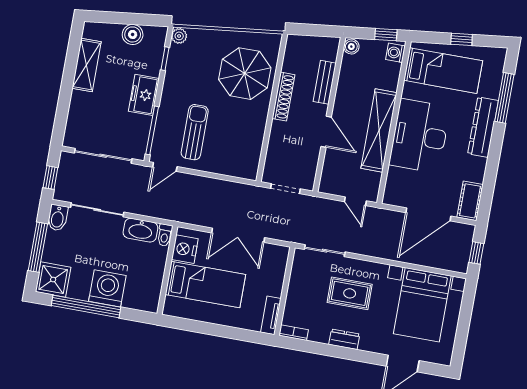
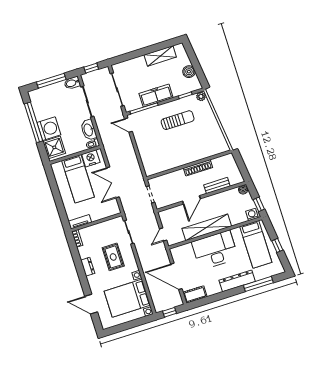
parasol: (245, 74) -> (199, 141), removed
freezer: (144, 95) -> (156, 96), width x1.40
sun lounger: (195, 132) -> (178, 120), moved
shower: (53, 280) -> (54, 147), moved

